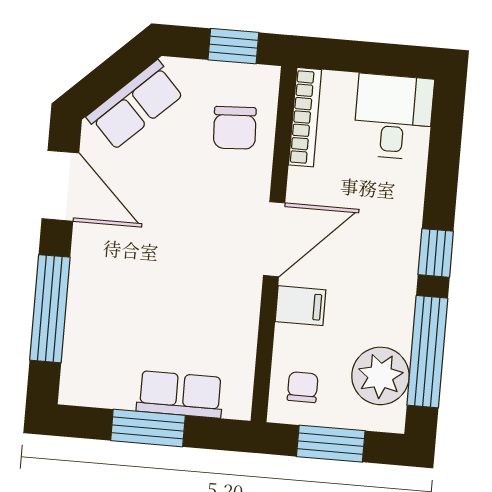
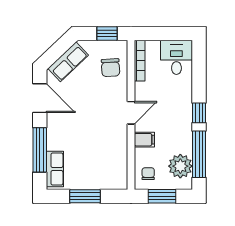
door: (274, 239) -> (131, 113), width x0.73
row of seats: (180, 394) -> (55, 169), moved, turned 90

